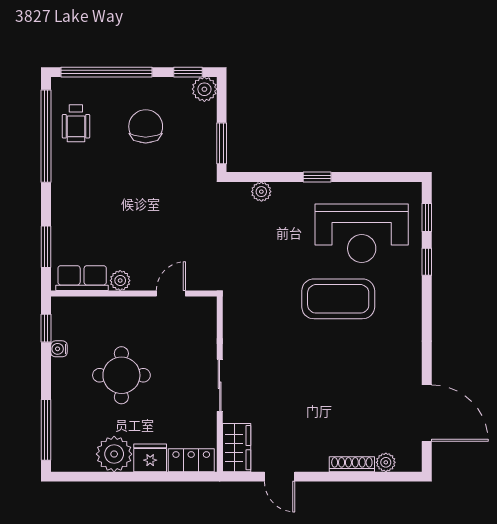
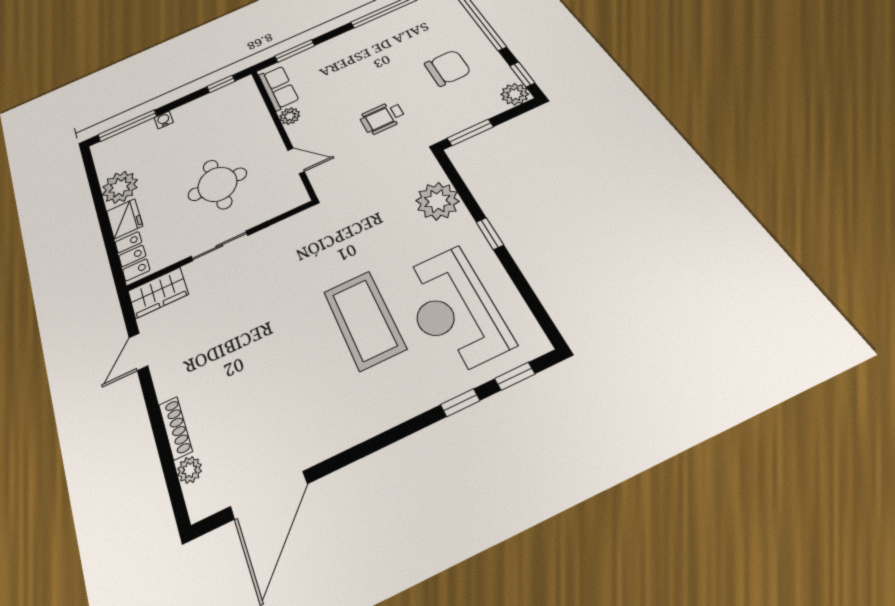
wheelchair: (76, 123) -> (382, 118), moved
plant: (261, 192) -> (437, 201), width x1.88, depth x1.88
water cooler: (59, 349) -> (164, 120), moved
round table: (121, 375) -> (217, 184), moved

